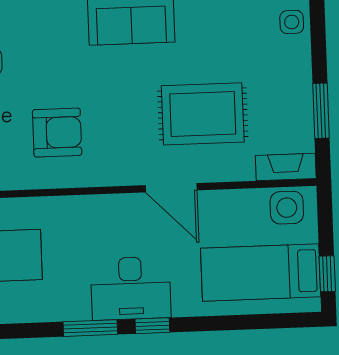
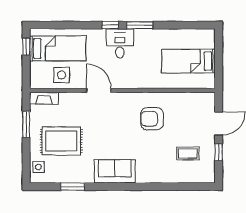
rug: (203, 114) -> (61, 141), moved
side table: (287, 208) -> (62, 75), moved
desk: (131, 288) -> (120, 43), width x0.73

